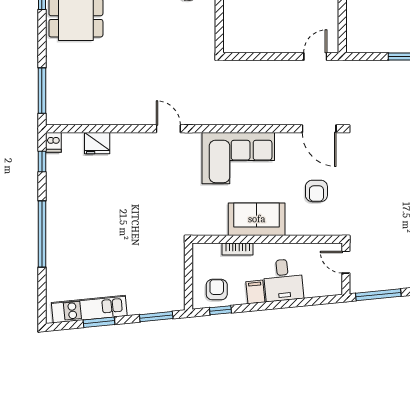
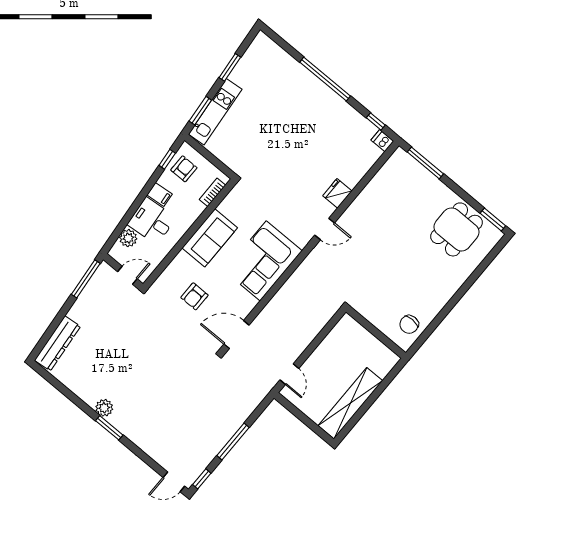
fridge: (97, 143) -> (337, 193), moved
armchair: (316, 191) -> (194, 296), turned -90
bookcase: (237, 249) -> (212, 192), moved
plant: (314, 288) -> (128, 238), added
armchair: (217, 290) -> (184, 169), turned -90
kitchen unit: (89, 309) -> (215, 112), moved

